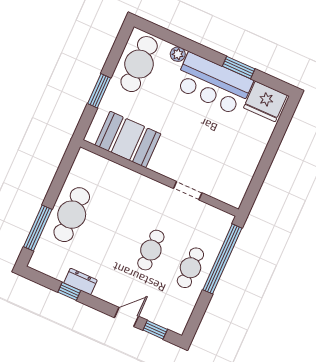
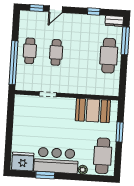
dresser: (80, 281) -> (114, 21), moved

